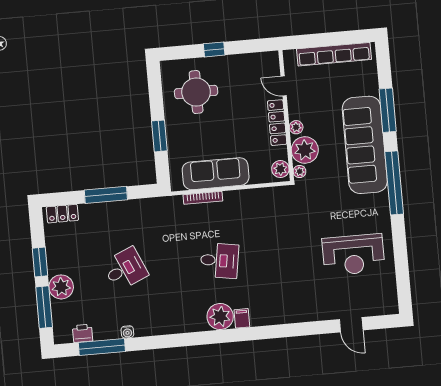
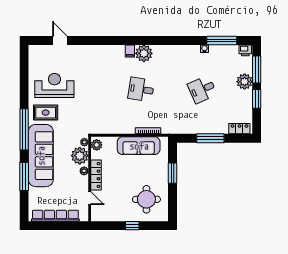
rug: (363, 212) -> (46, 113), added
printer: (83, 333) -> (245, 50), moved

